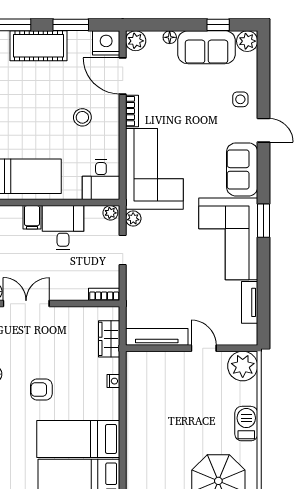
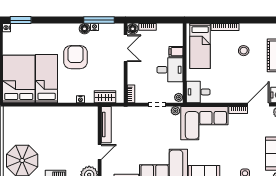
stool: (82, 117) -> (244, 51), moved
armchair: (41, 390) -> (76, 57), width x1.88, depth x1.88

